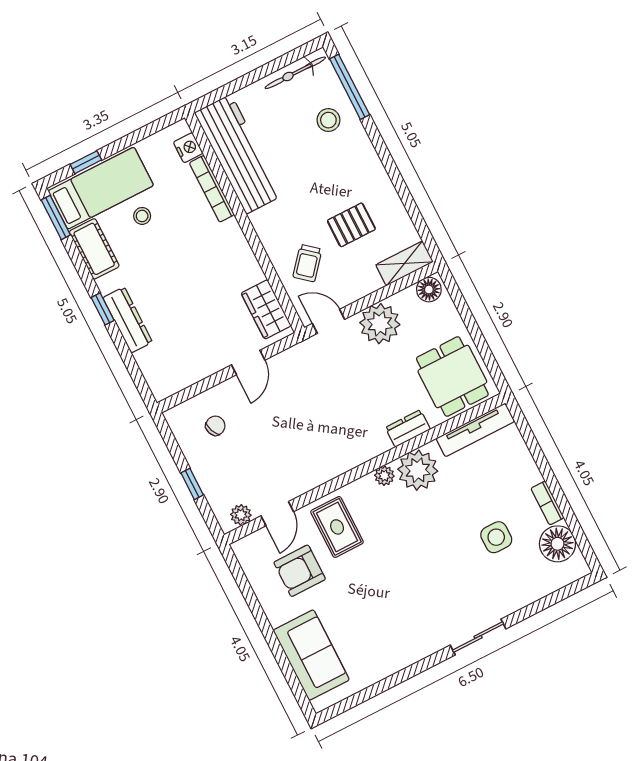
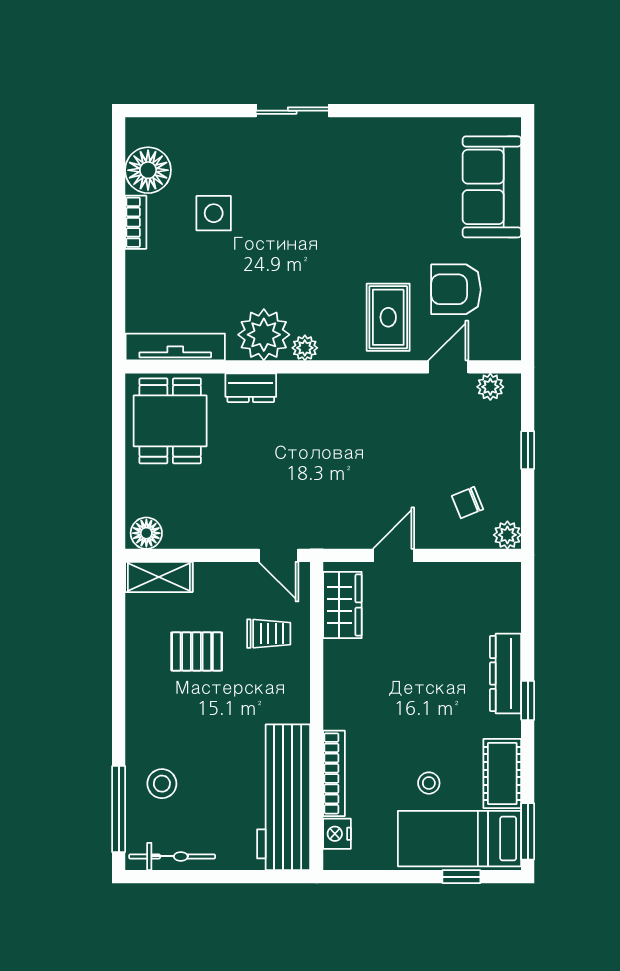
trolley: (307, 263) -> (269, 634), turned 50
plant: (380, 324) -> (507, 535), moved, width x0.53, depth x0.53
armchair: (300, 571) -> (456, 289), turned 180

